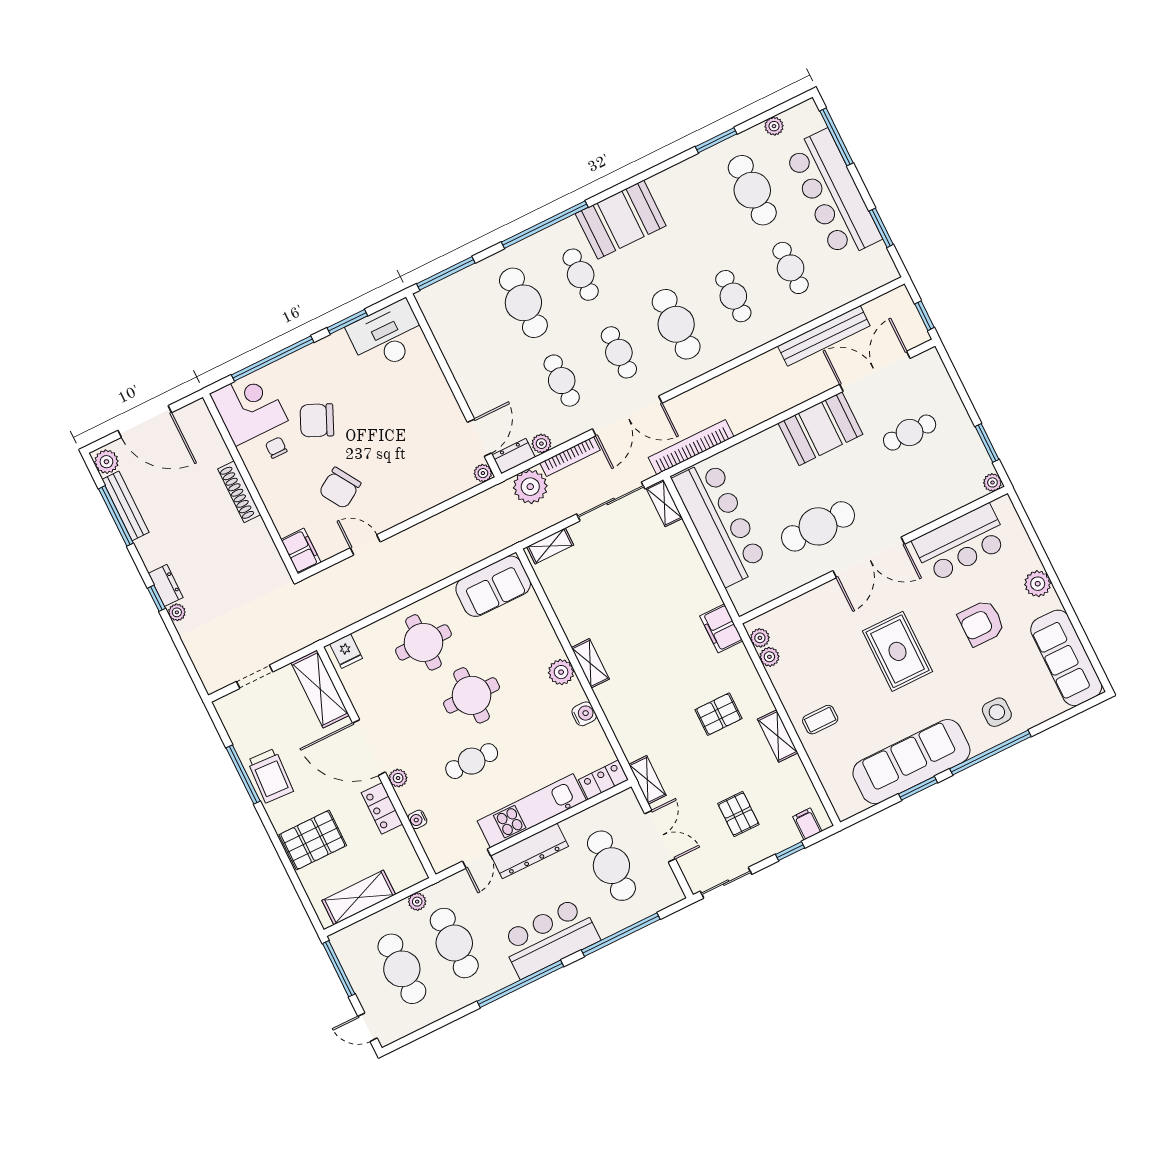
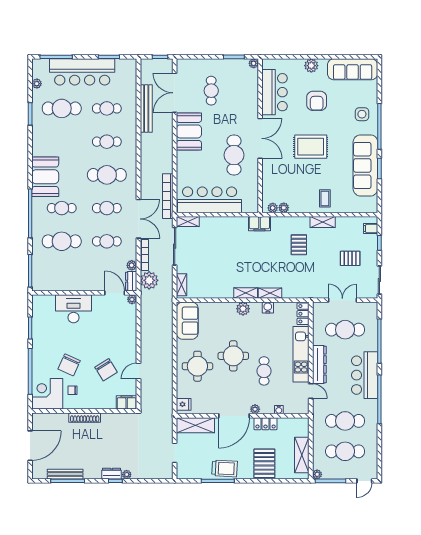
desk: (387, 336) -> (73, 309), moved, turned 90
plant: (106, 462) -> (40, 473), removed
shelving: (647, 780) -> (270, 293), moved
plant: (417, 902) -> (317, 474), moved

